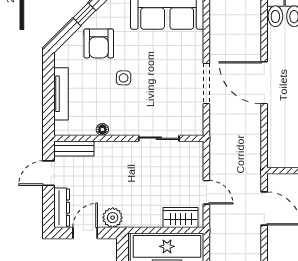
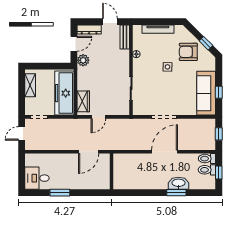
door: (85, 233) -> (74, 44), hinge flipped

